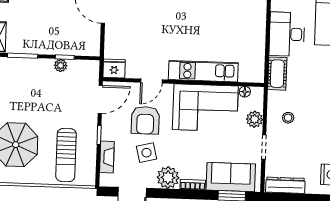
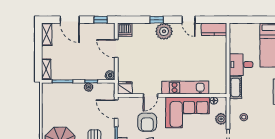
desk: (287, 34) -> (241, 65), width x0.73
boiler: (93, 49) -> (110, 75), added
door: (100, 99) -> (116, 109), swing flipped

